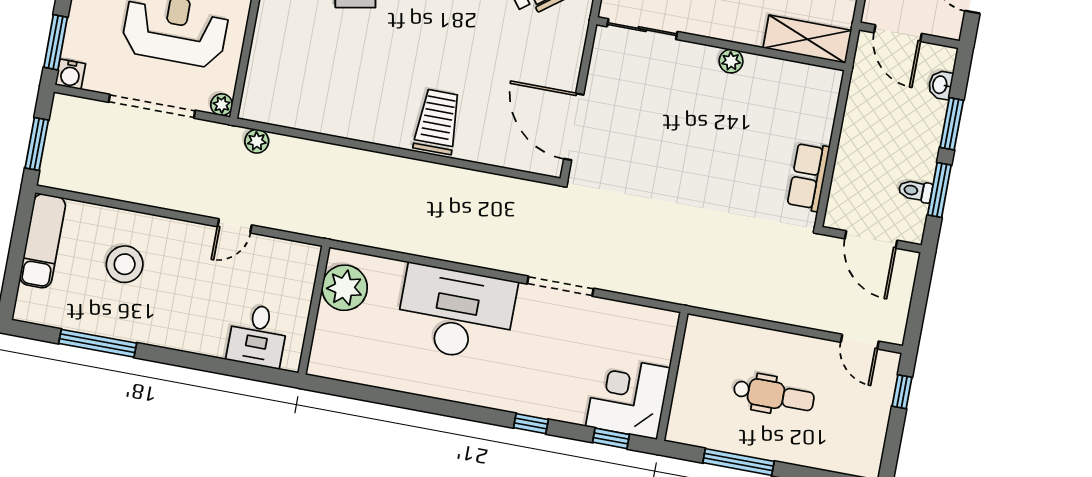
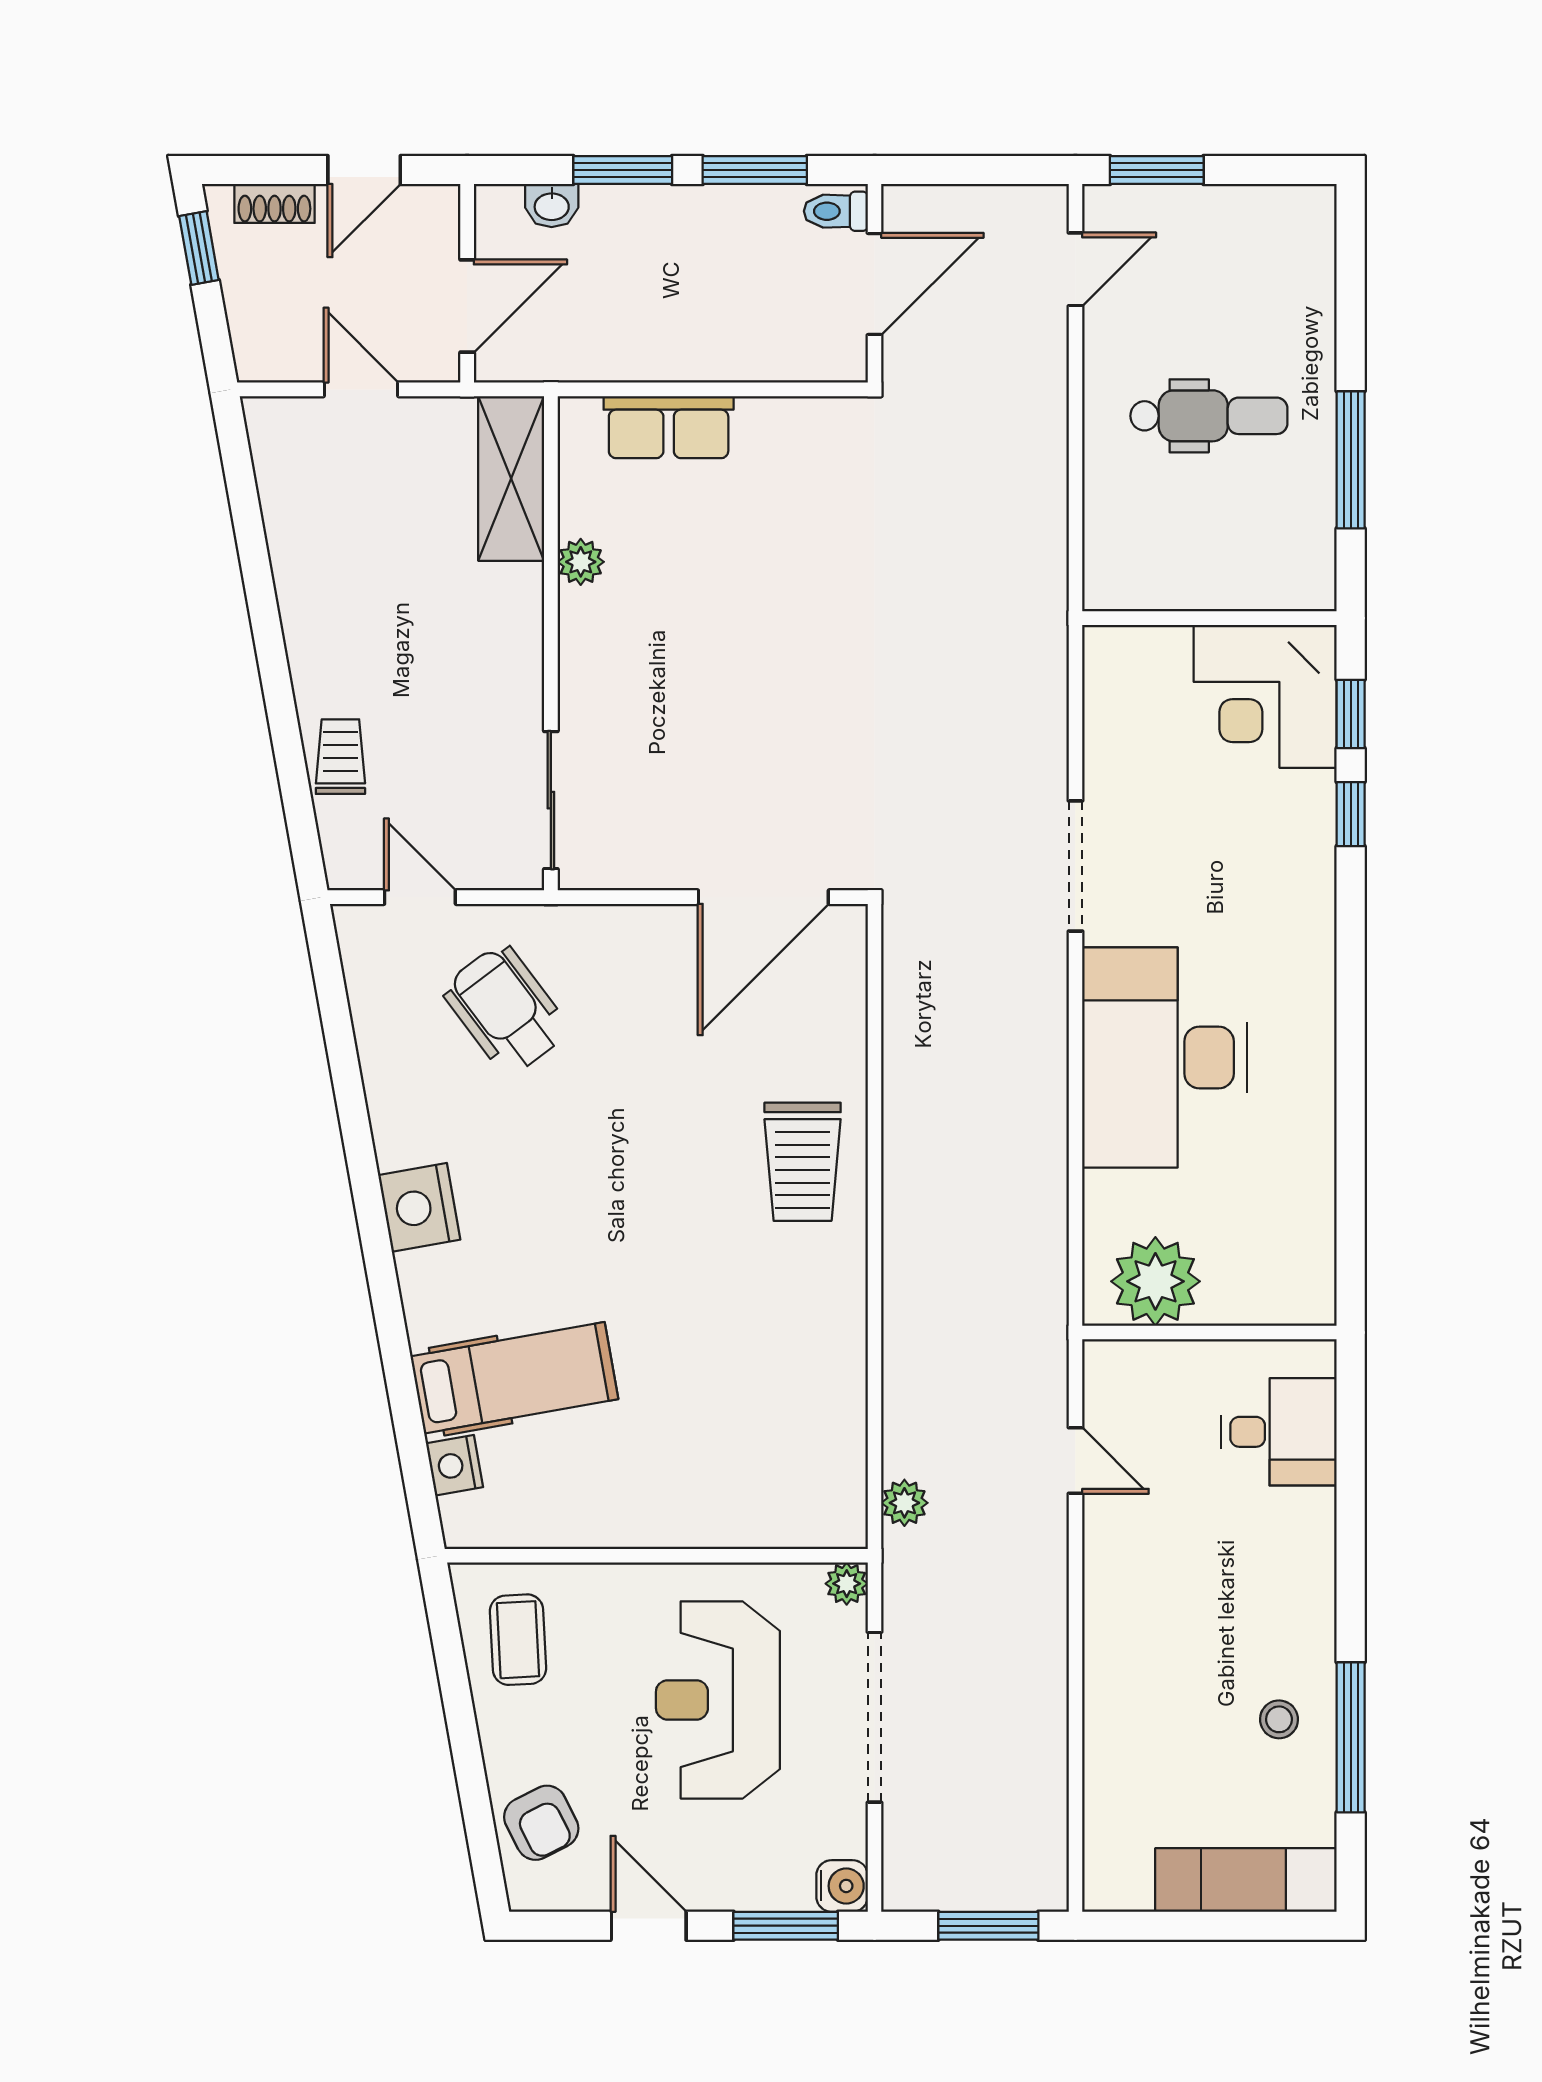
plant: (731, 61) -> (581, 562), moved
trolley: (437, 122) -> (803, 1162), turned -90
row of seats: (808, 177) -> (669, 427), moved
toilet: (915, 191) -> (836, 211), moved, turned 90
door: (235, 226) -> (1075, 1461), moved
exam couch: (43, 241) -> (1246, 1880), moved
stool: (125, 264) -> (1279, 1719), moved, width x0.53, depth x0.53
window: (902, 392) -> (1157, 170), width x1.50
dental chair: (774, 395) -> (1209, 416), turned 90
window: (531, 424) -> (1351, 814), moved

